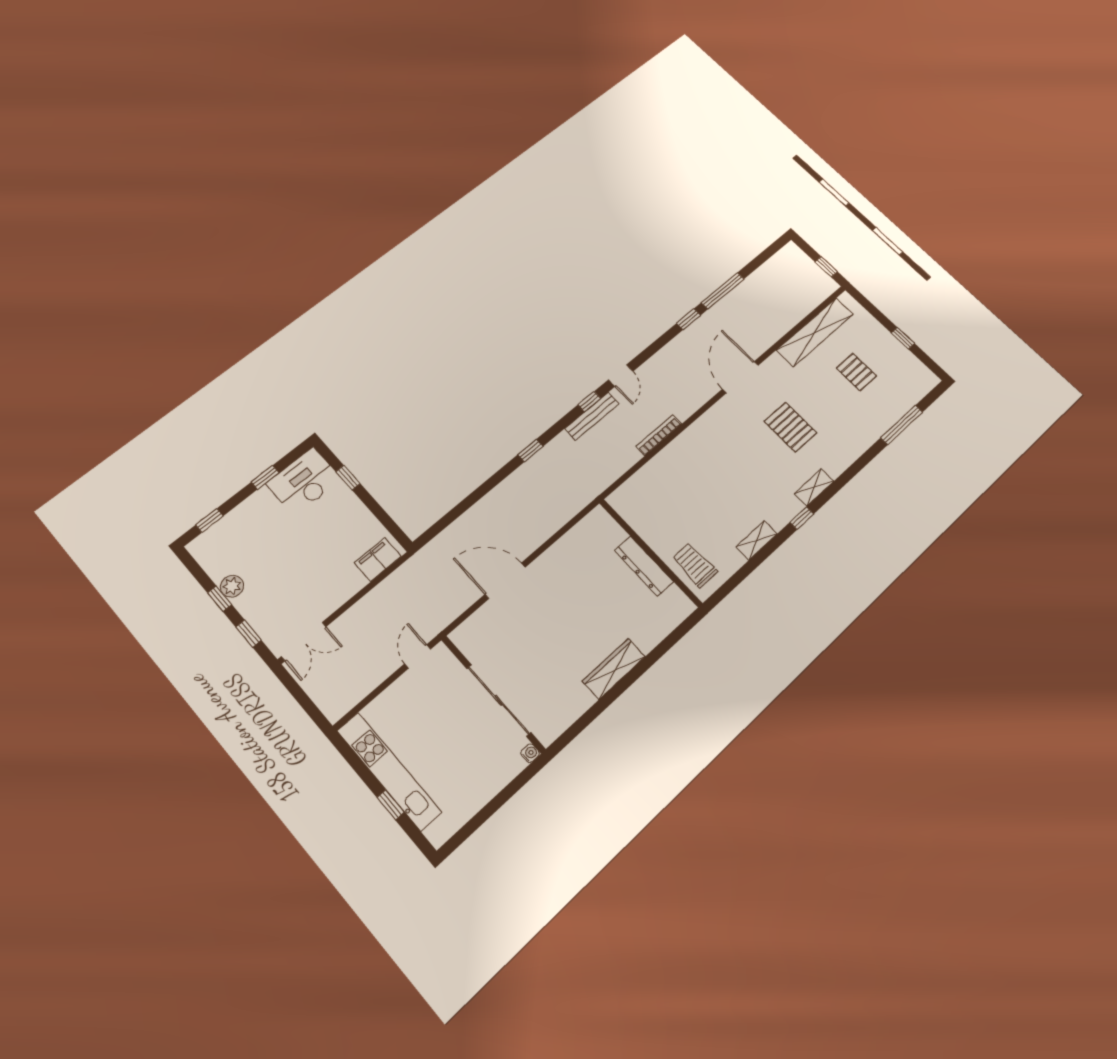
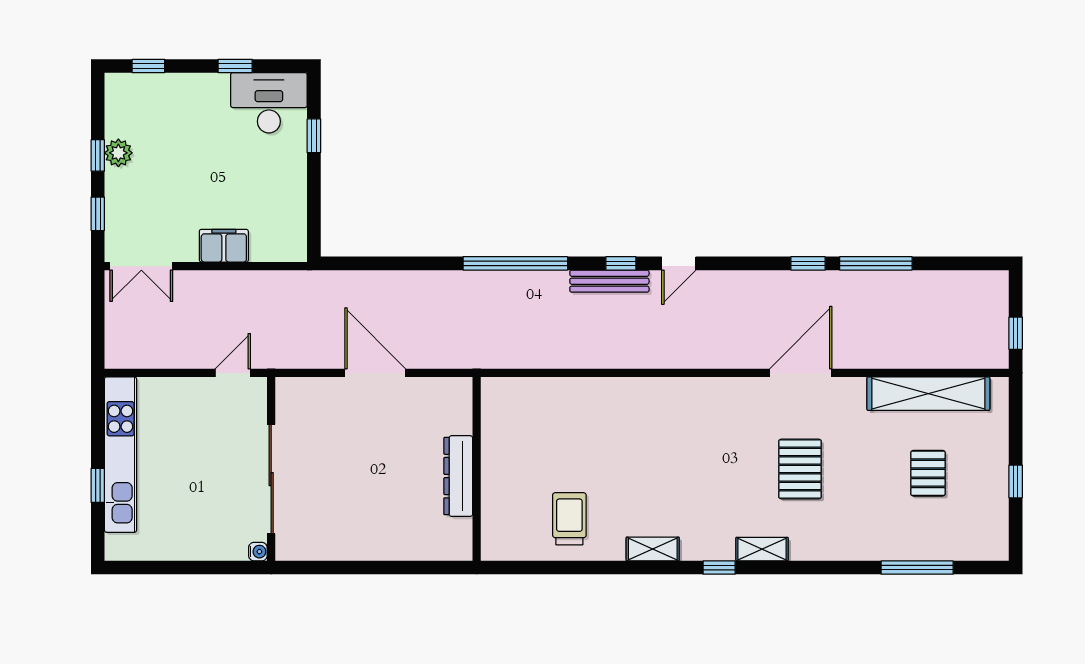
bookcase: (659, 435) -> (658, 360), removed
window: (530, 451) -> (515, 263), width x3.17
wall: (650, 553) -> (477, 469), moved
filing cabinet: (378, 560) -> (224, 246), moved
dresser: (644, 566) -> (458, 476), moved
wardrobe: (614, 669) -> (402, 546), removed

